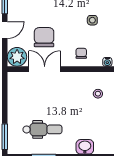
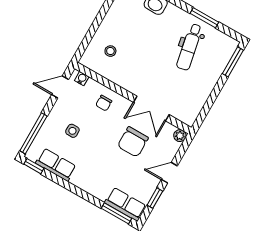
plant: (17, 57) -> (180, 136), width x0.53, depth x0.53
dental chair: (42, 129) -> (189, 47), turned -101

